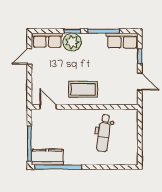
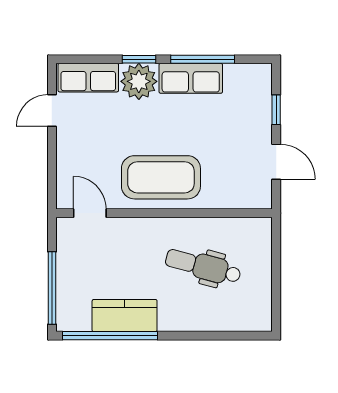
row of seats: (122, 41) -> (191, 78), moved
coffee table: (83, 89) -> (161, 177), width x1.36, depth x1.32
dental chair: (104, 133) -> (203, 266), turned 98
kitchen counter: (47, 157) -> (125, 316), moved

